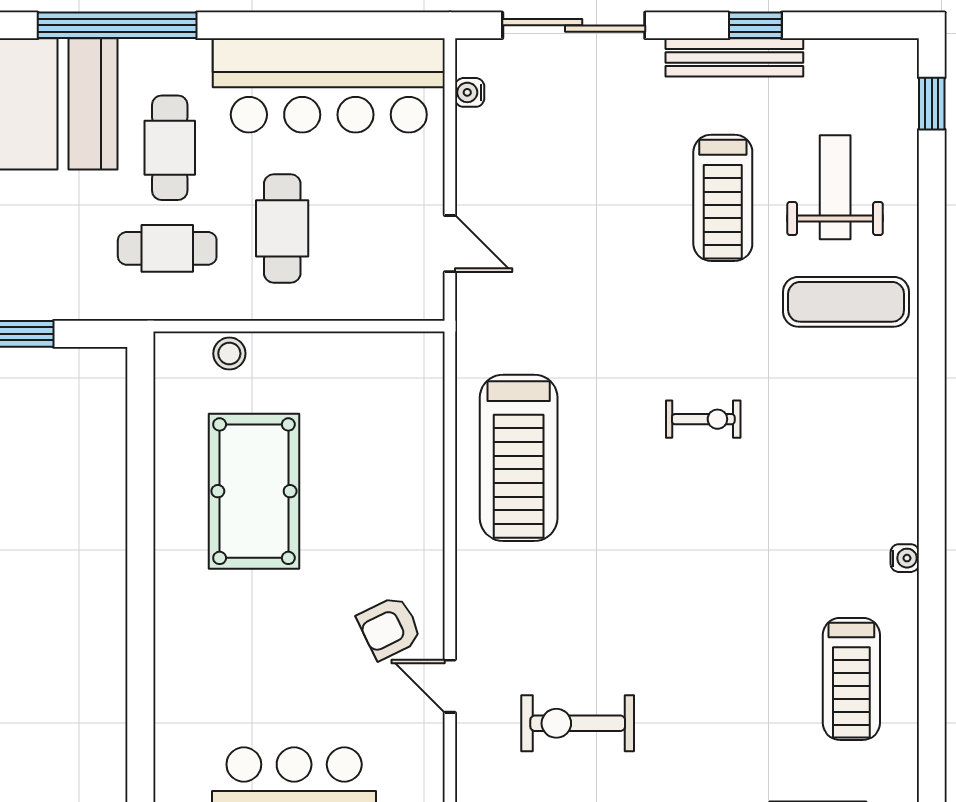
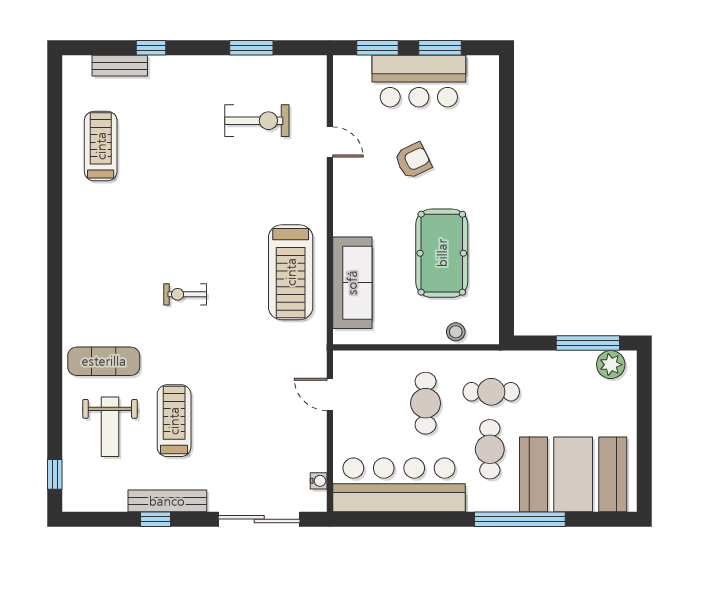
sofa: (411, 439) -> (352, 283), added
treadmill: (519, 458) -> (291, 272), turned 180
water cooler: (905, 558) -> (70, 215), removed
armchair: (389, 628) -> (413, 161), moved

